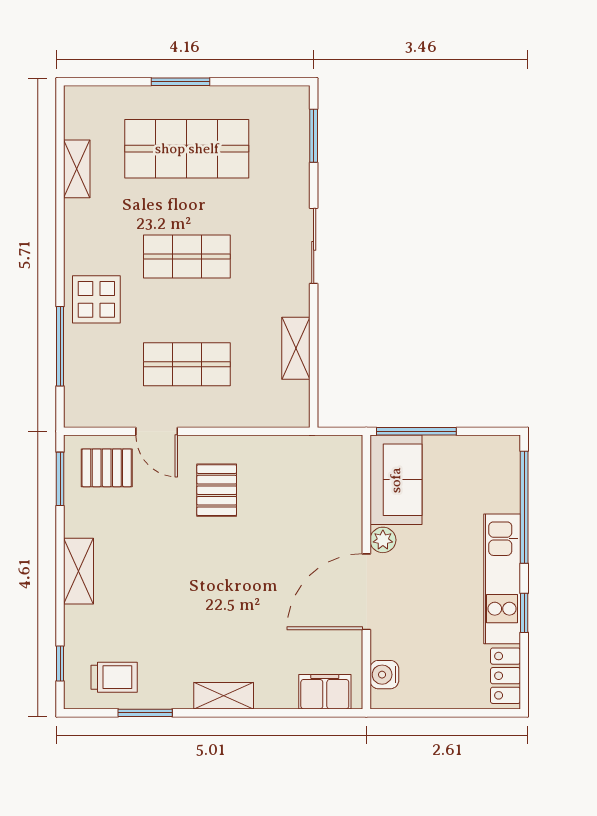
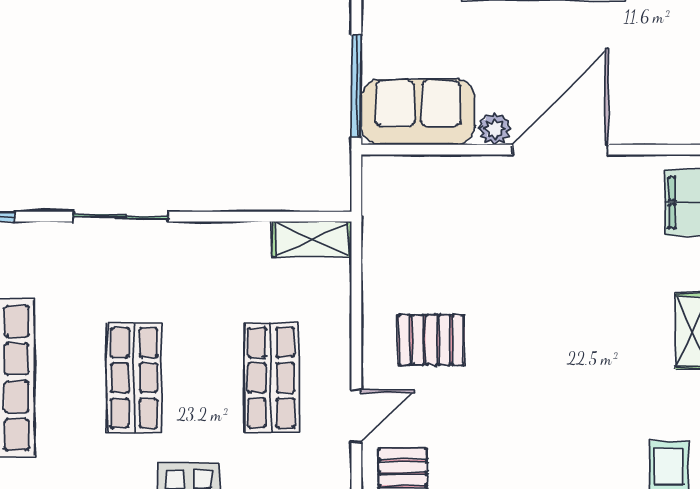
shelving: (296, 348) -> (312, 239), moved
door: (366, 592) -> (560, 150), swing flipped
water cooler: (384, 675) -> (666, 127), removed

